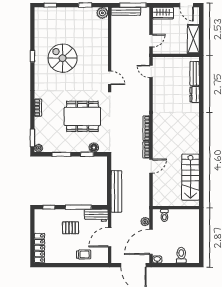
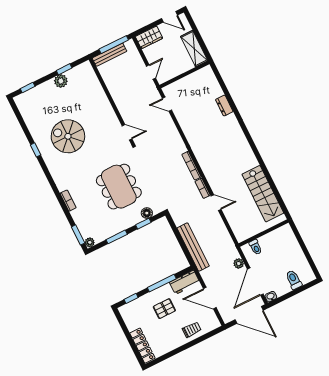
plant: (102, 13) -> (61, 81), moved
bench: (195, 73) -> (213, 84), removed
dining table: (82, 116) -> (119, 187), turned 90
door: (151, 166) -> (216, 203), hinge flipped
door: (110, 237) -> (210, 298), hinge flipped

